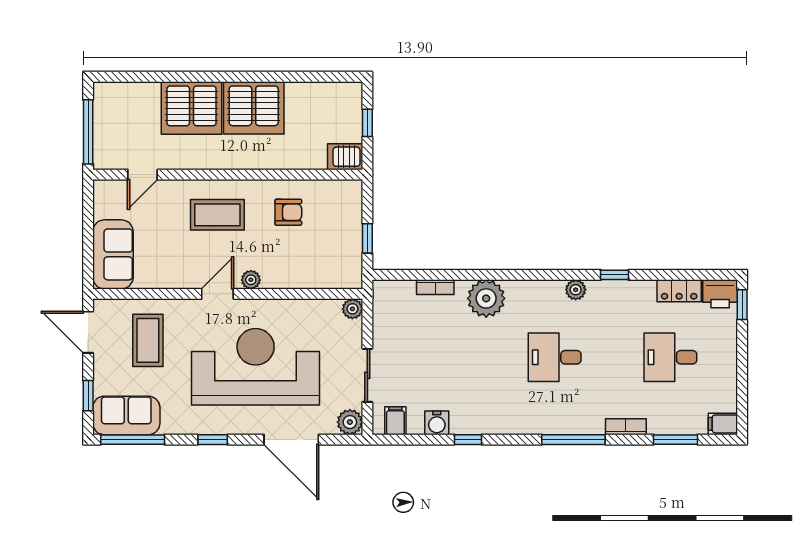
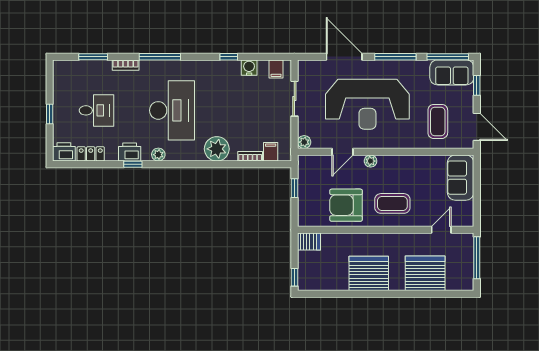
server rack: (191, 108) -> (425, 273), moved
window: (367, 123) -> (294, 277), moved
armchair: (288, 212) -> (346, 205), width x1.88, depth x1.88
door: (217, 294) -> (342, 152), moved
printer: (620, 294) -> (130, 152), added
window: (742, 305) -> (50, 114), moved
desk: (555, 357) -> (172, 110), width x1.87, depth x1.30
plant: (350, 422) -> (306, 68), removed
filing cabinet: (723, 424) -> (271, 152), moved, turned -90
window: (213, 440) -> (395, 57), width x2.17

